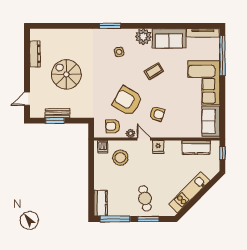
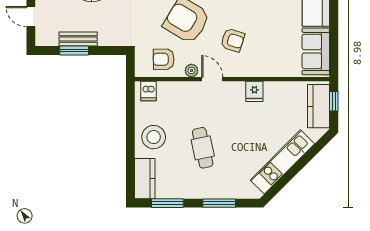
door: (27, 99) -> (31, 17), hinge flipped
fridge: (158, 147) -> (254, 91), moved
kitchen counter: (196, 147) -> (319, 106), moved, turned 90
stool: (120, 158) -> (154, 137), moved
cafe table: (145, 198) -> (203, 148), moved
window: (115, 219) -> (167, 203), width x0.69

